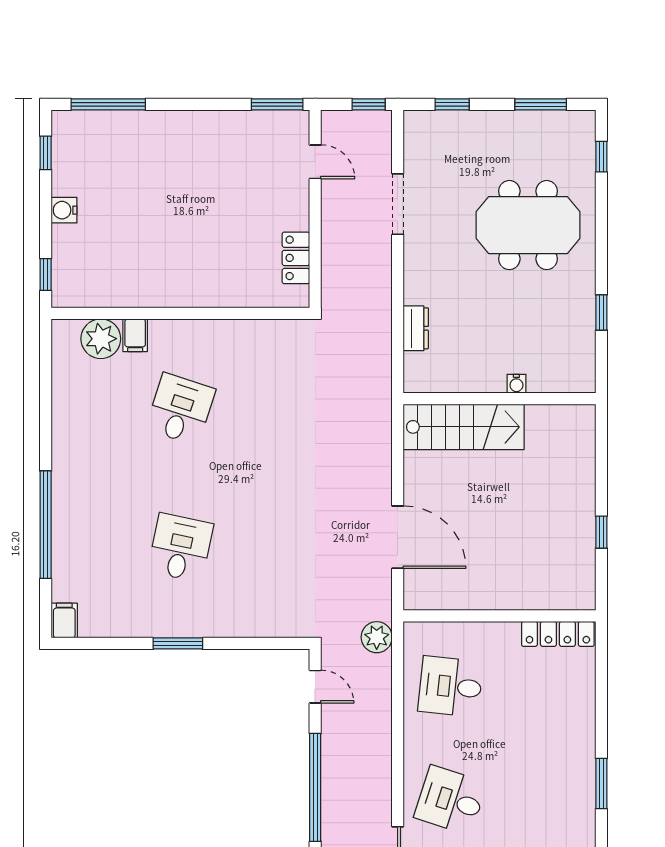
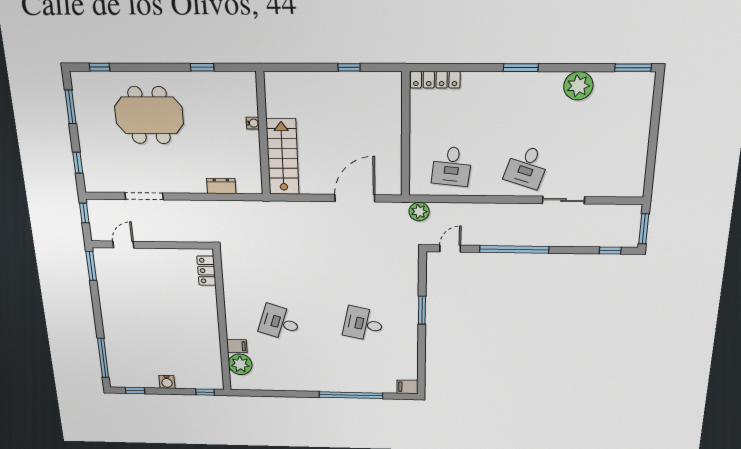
meeting table: (528, 225) -> (149, 115), turned 90
locker: (296, 258) -> (206, 271), moved, turned 90
locker: (558, 634) -> (435, 80), moved, turned 90
window: (178, 643) -> (422, 310), moved

